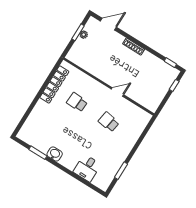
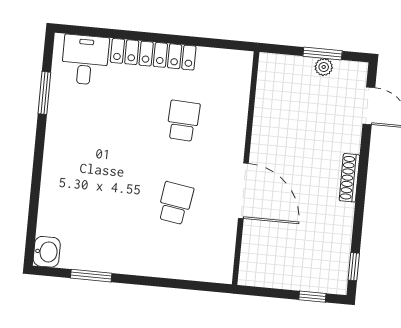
locker: (54, 85) -> (153, 54), moved
door: (117, 92) -> (243, 191), width x1.88
washbasin: (55, 154) -> (47, 252), moved
desk: (87, 168) -> (85, 60), moved, turned 90

